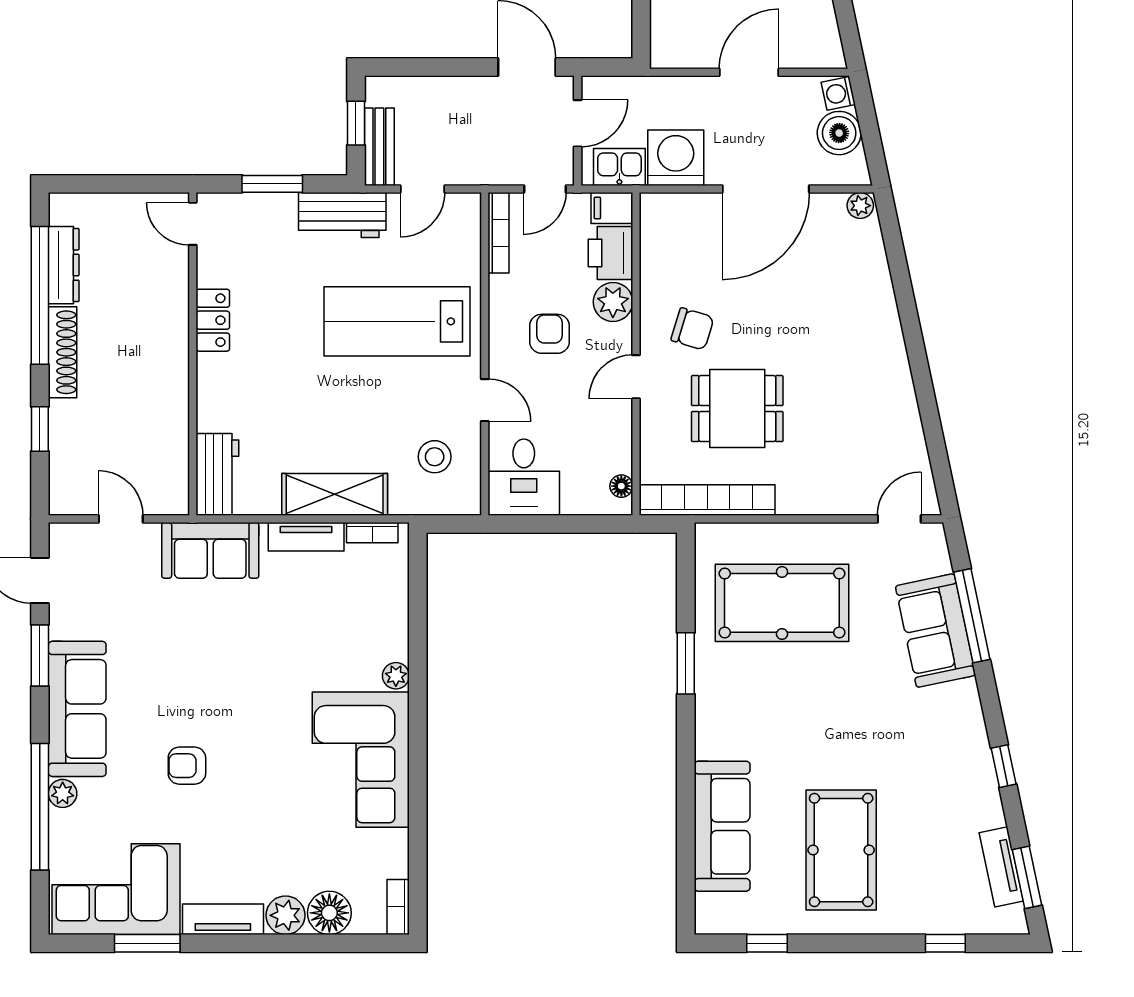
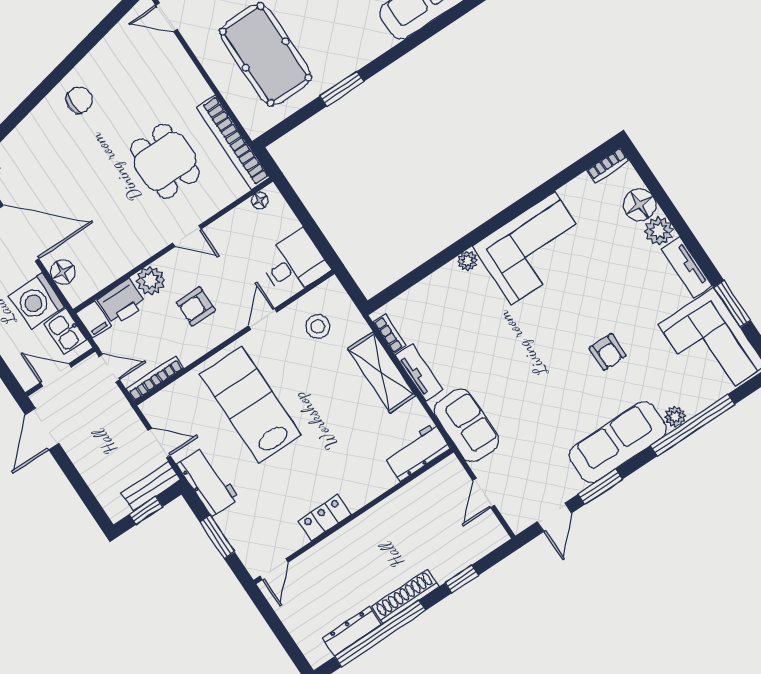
floor lamp: (689, 209) -> (63, 272), added
lab bench: (397, 321) -> (250, 405), turned 180
chair: (692, 329) -> (79, 100), moved, turned 73

